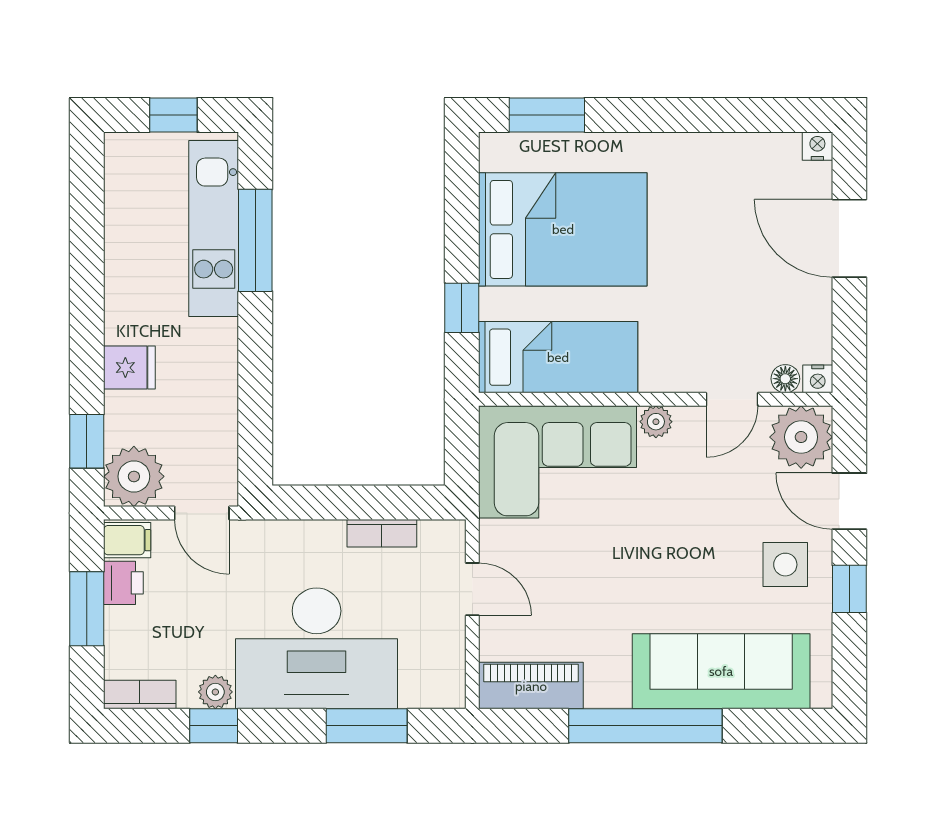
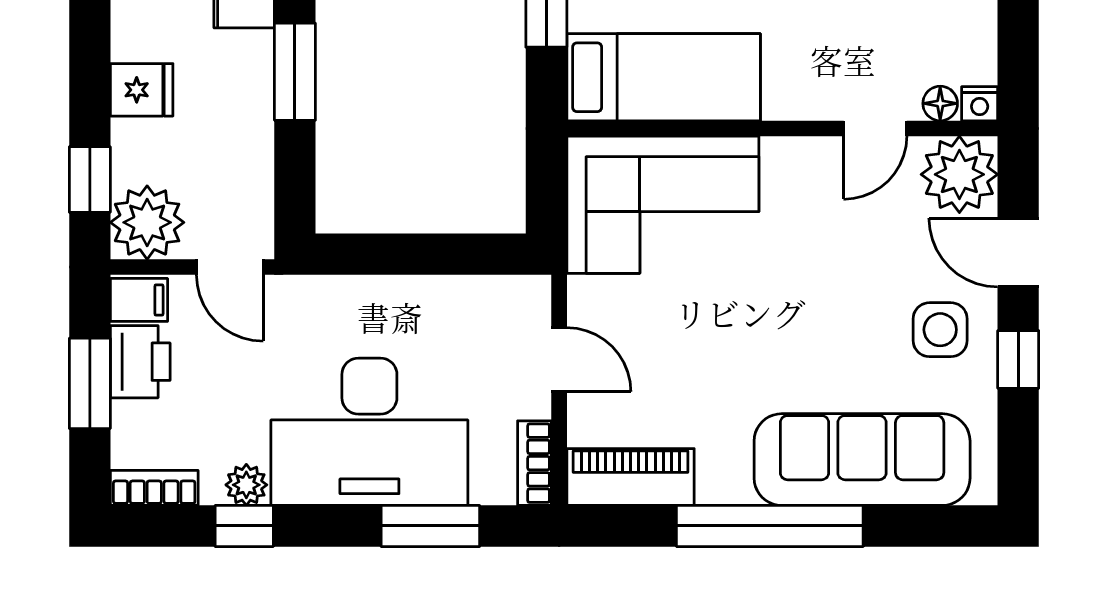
window: (255, 353) -> (295, 72), added
plant: (656, 422) -> (783, 156), removed
bookcase: (382, 533) -> (534, 463), moved, turned 90
printer: (123, 583) -> (140, 362), width x1.36, depth x1.24

